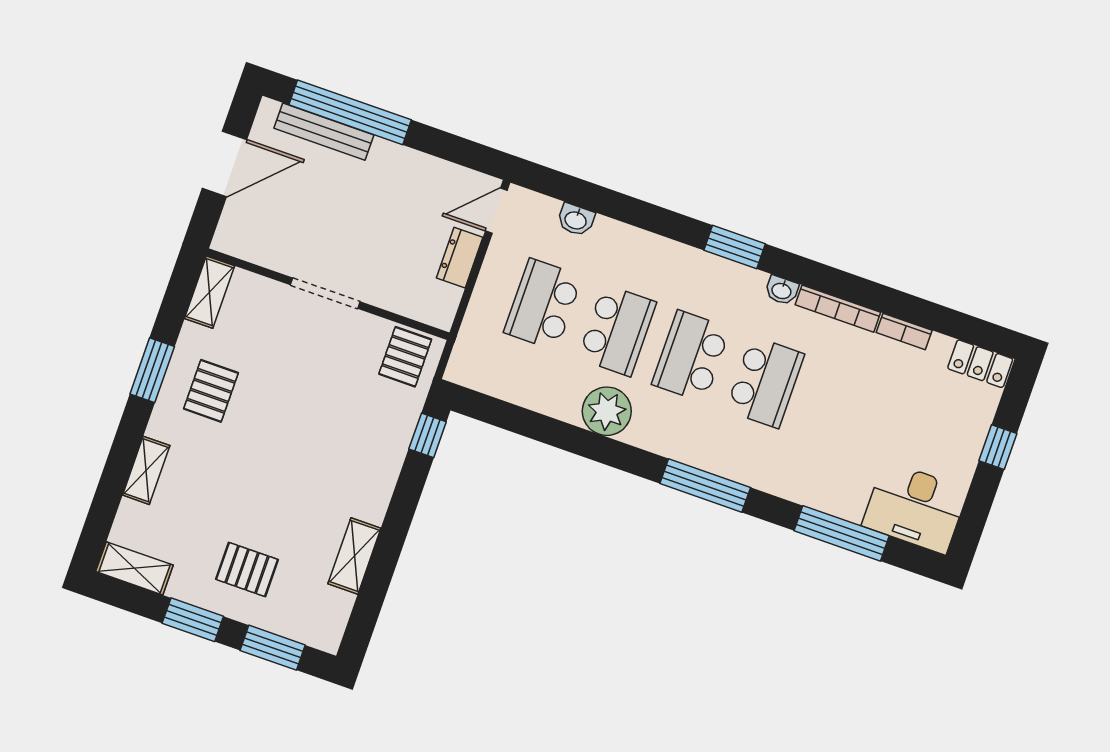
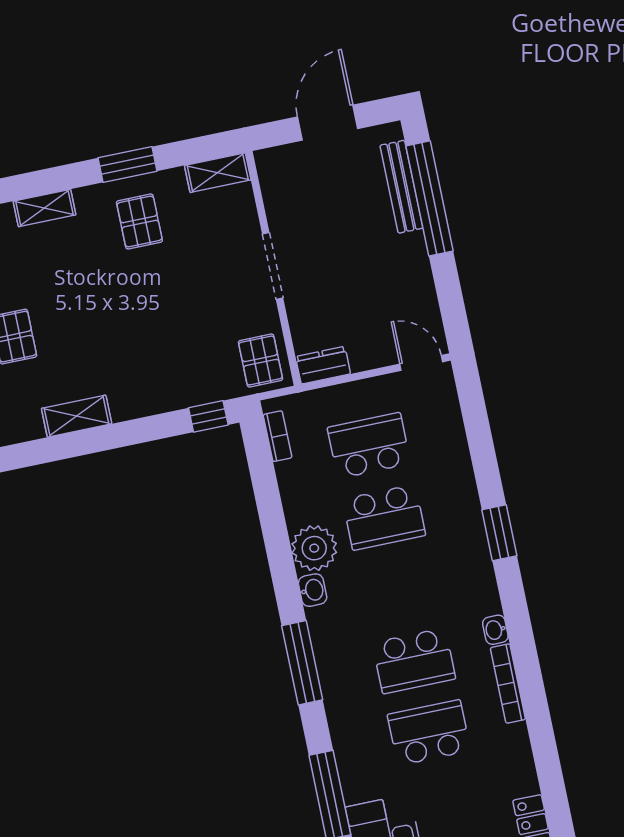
door: (224, 164) -> (328, 123), swing flipped
washbasin: (576, 220) -> (313, 590), moved, turned 180
window: (735, 247) -> (499, 533), moved
dresser: (460, 258) -> (323, 365), moved
bookcase: (904, 331) -> (277, 436), moved, turned 180
school desk: (691, 356) -> (429, 733), moved
pallet: (405, 357) -> (261, 360), turned 90
pallet: (211, 391) -> (139, 222), turned 90

